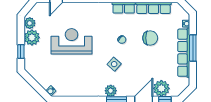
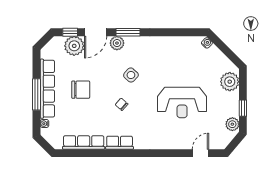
plant: (32, 37) -> (230, 82), moved
chair: (150, 38) -> (81, 90), moved, turned 180
window: (21, 52) -> (243, 108), moved
plant: (111, 91) -> (117, 43), moved

